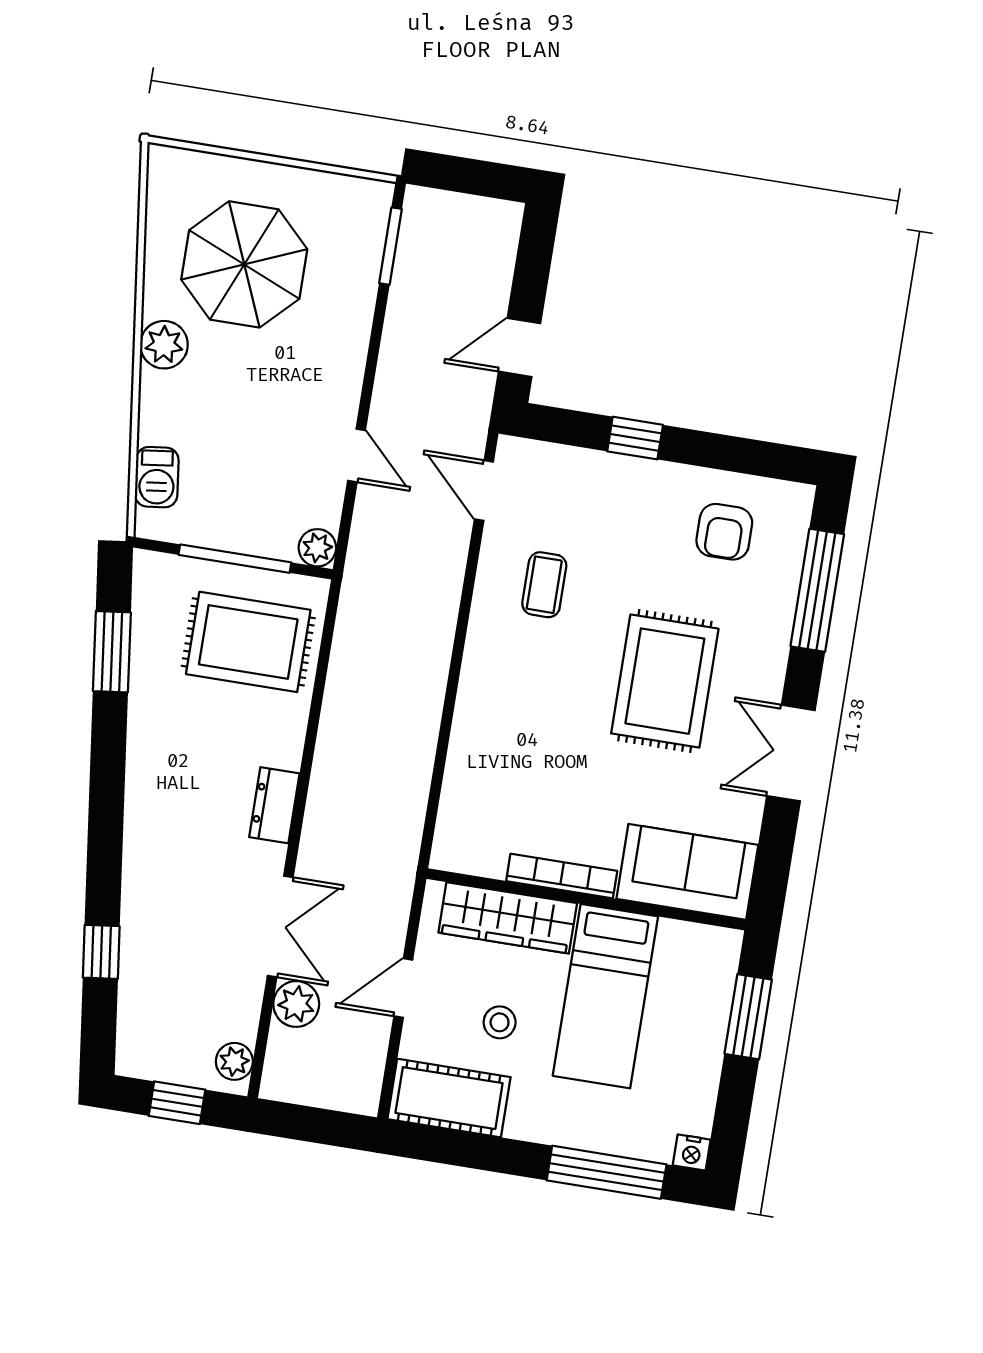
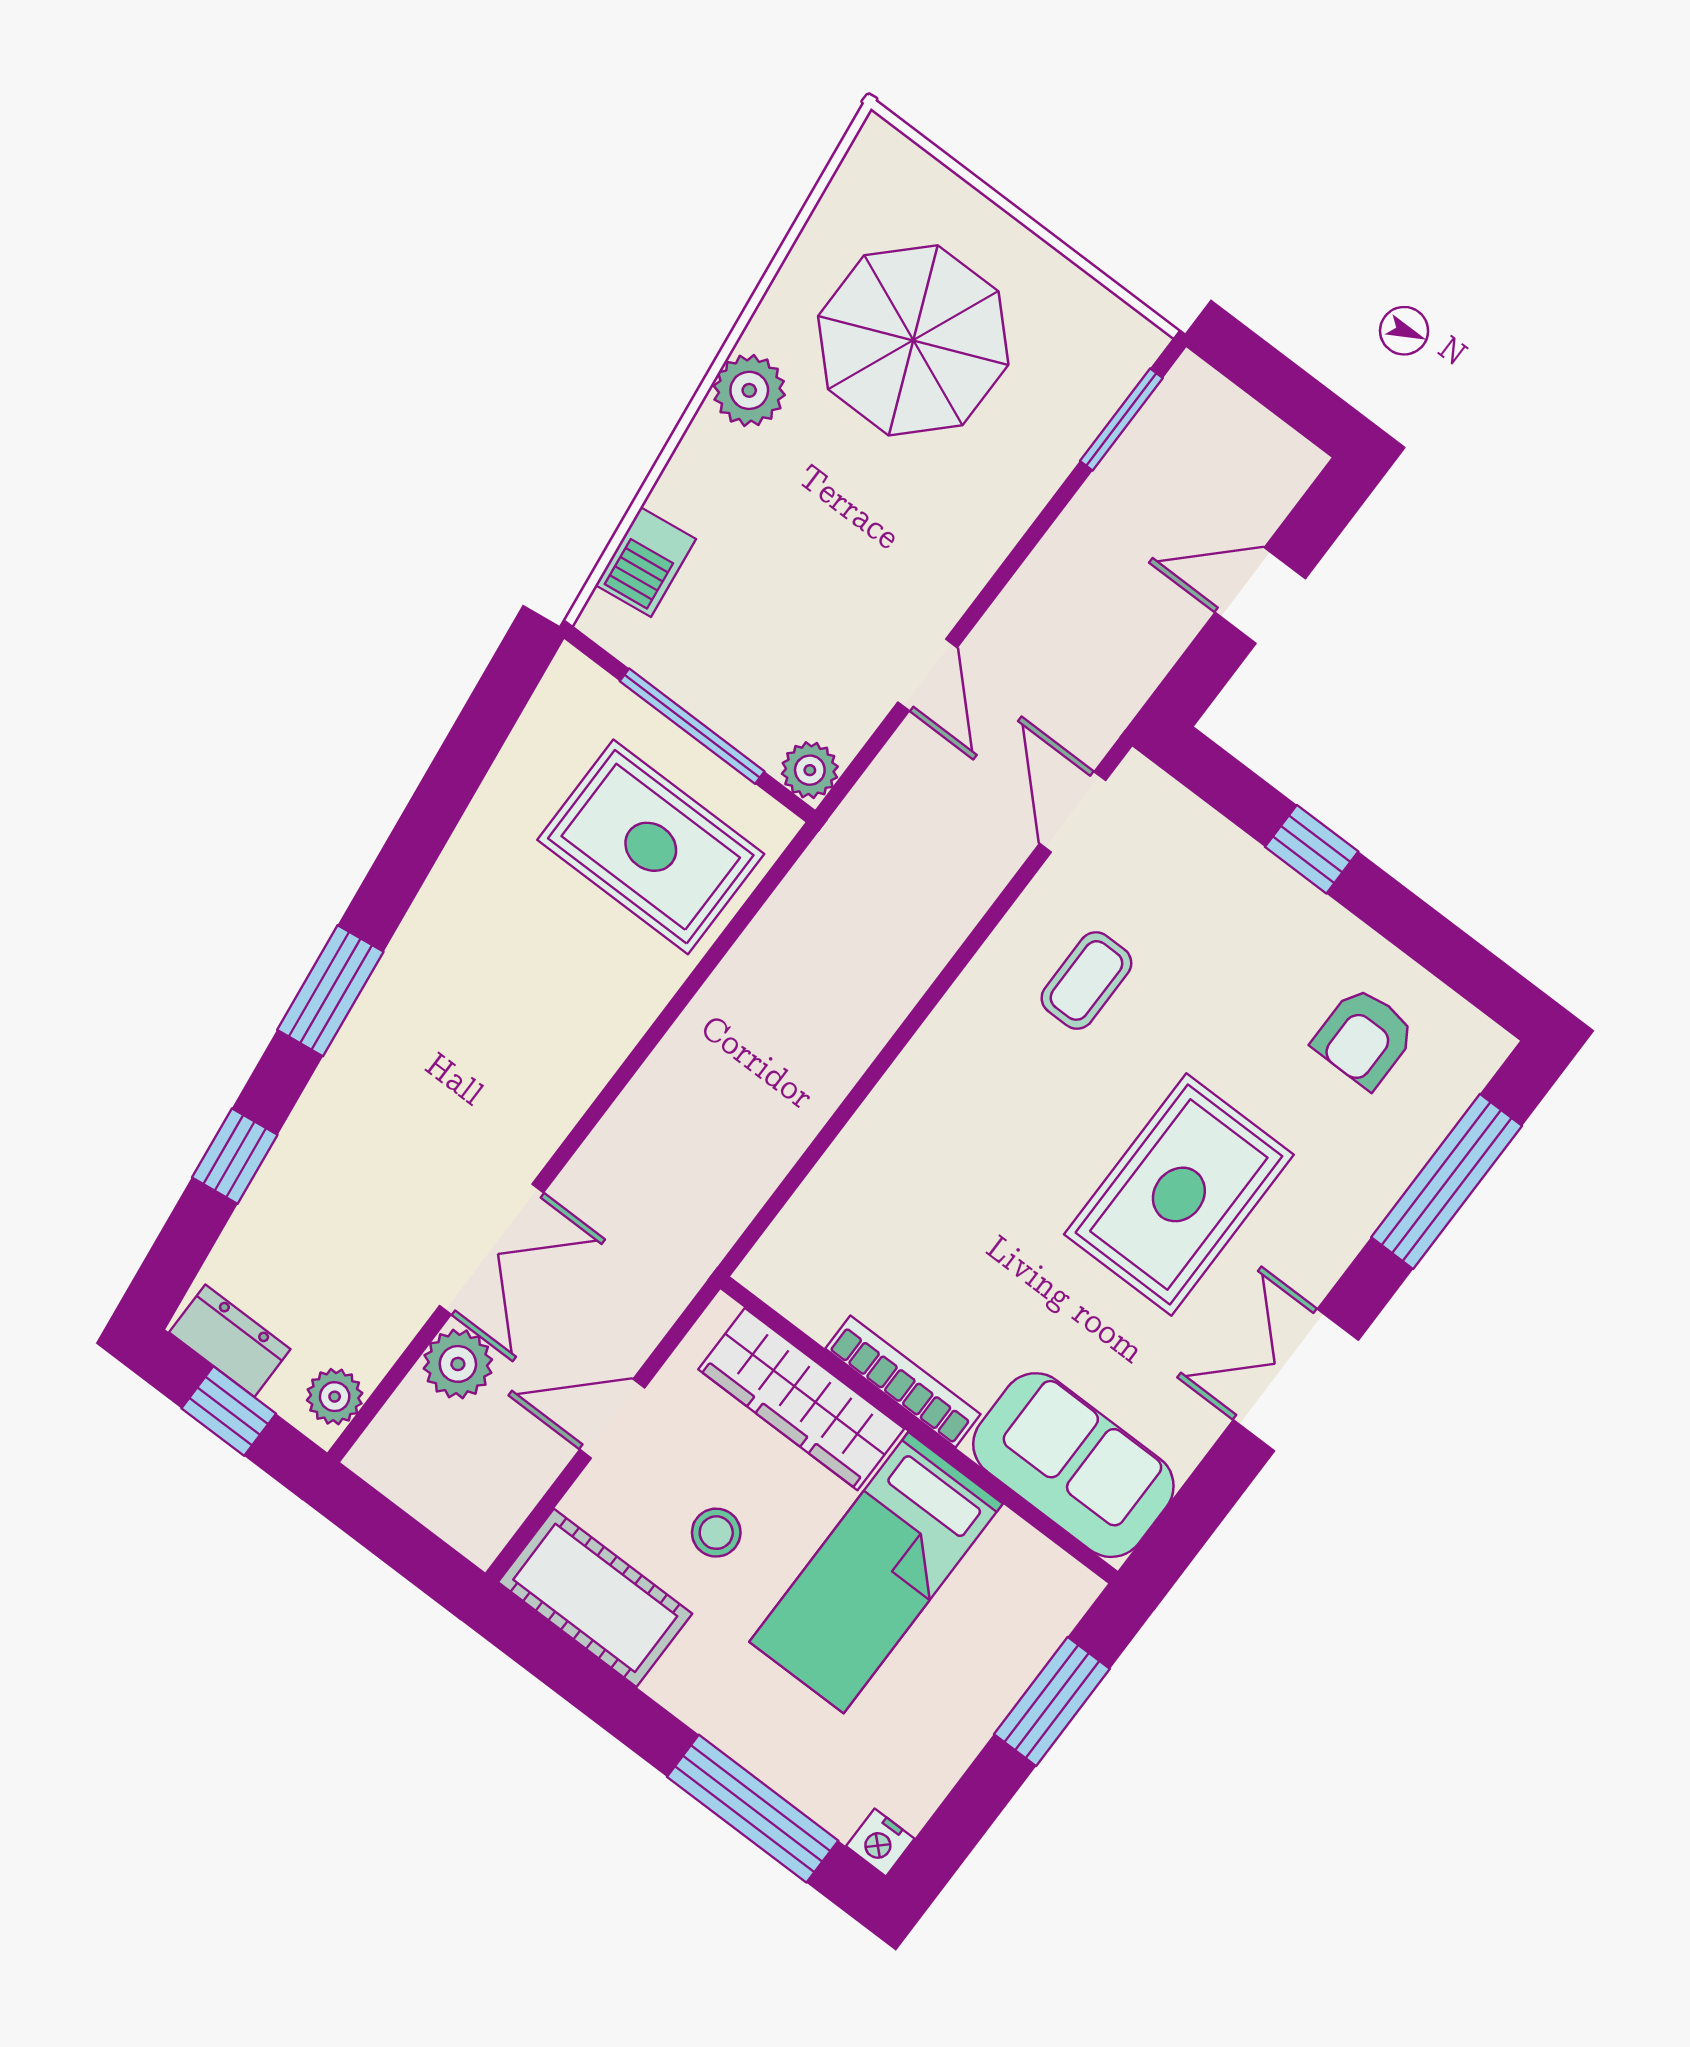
door: (520, 347) -> (1260, 596), moved
window: (112, 652) -> (330, 991), moved
dresser: (274, 805) -> (230, 1341), moved, turned 90

